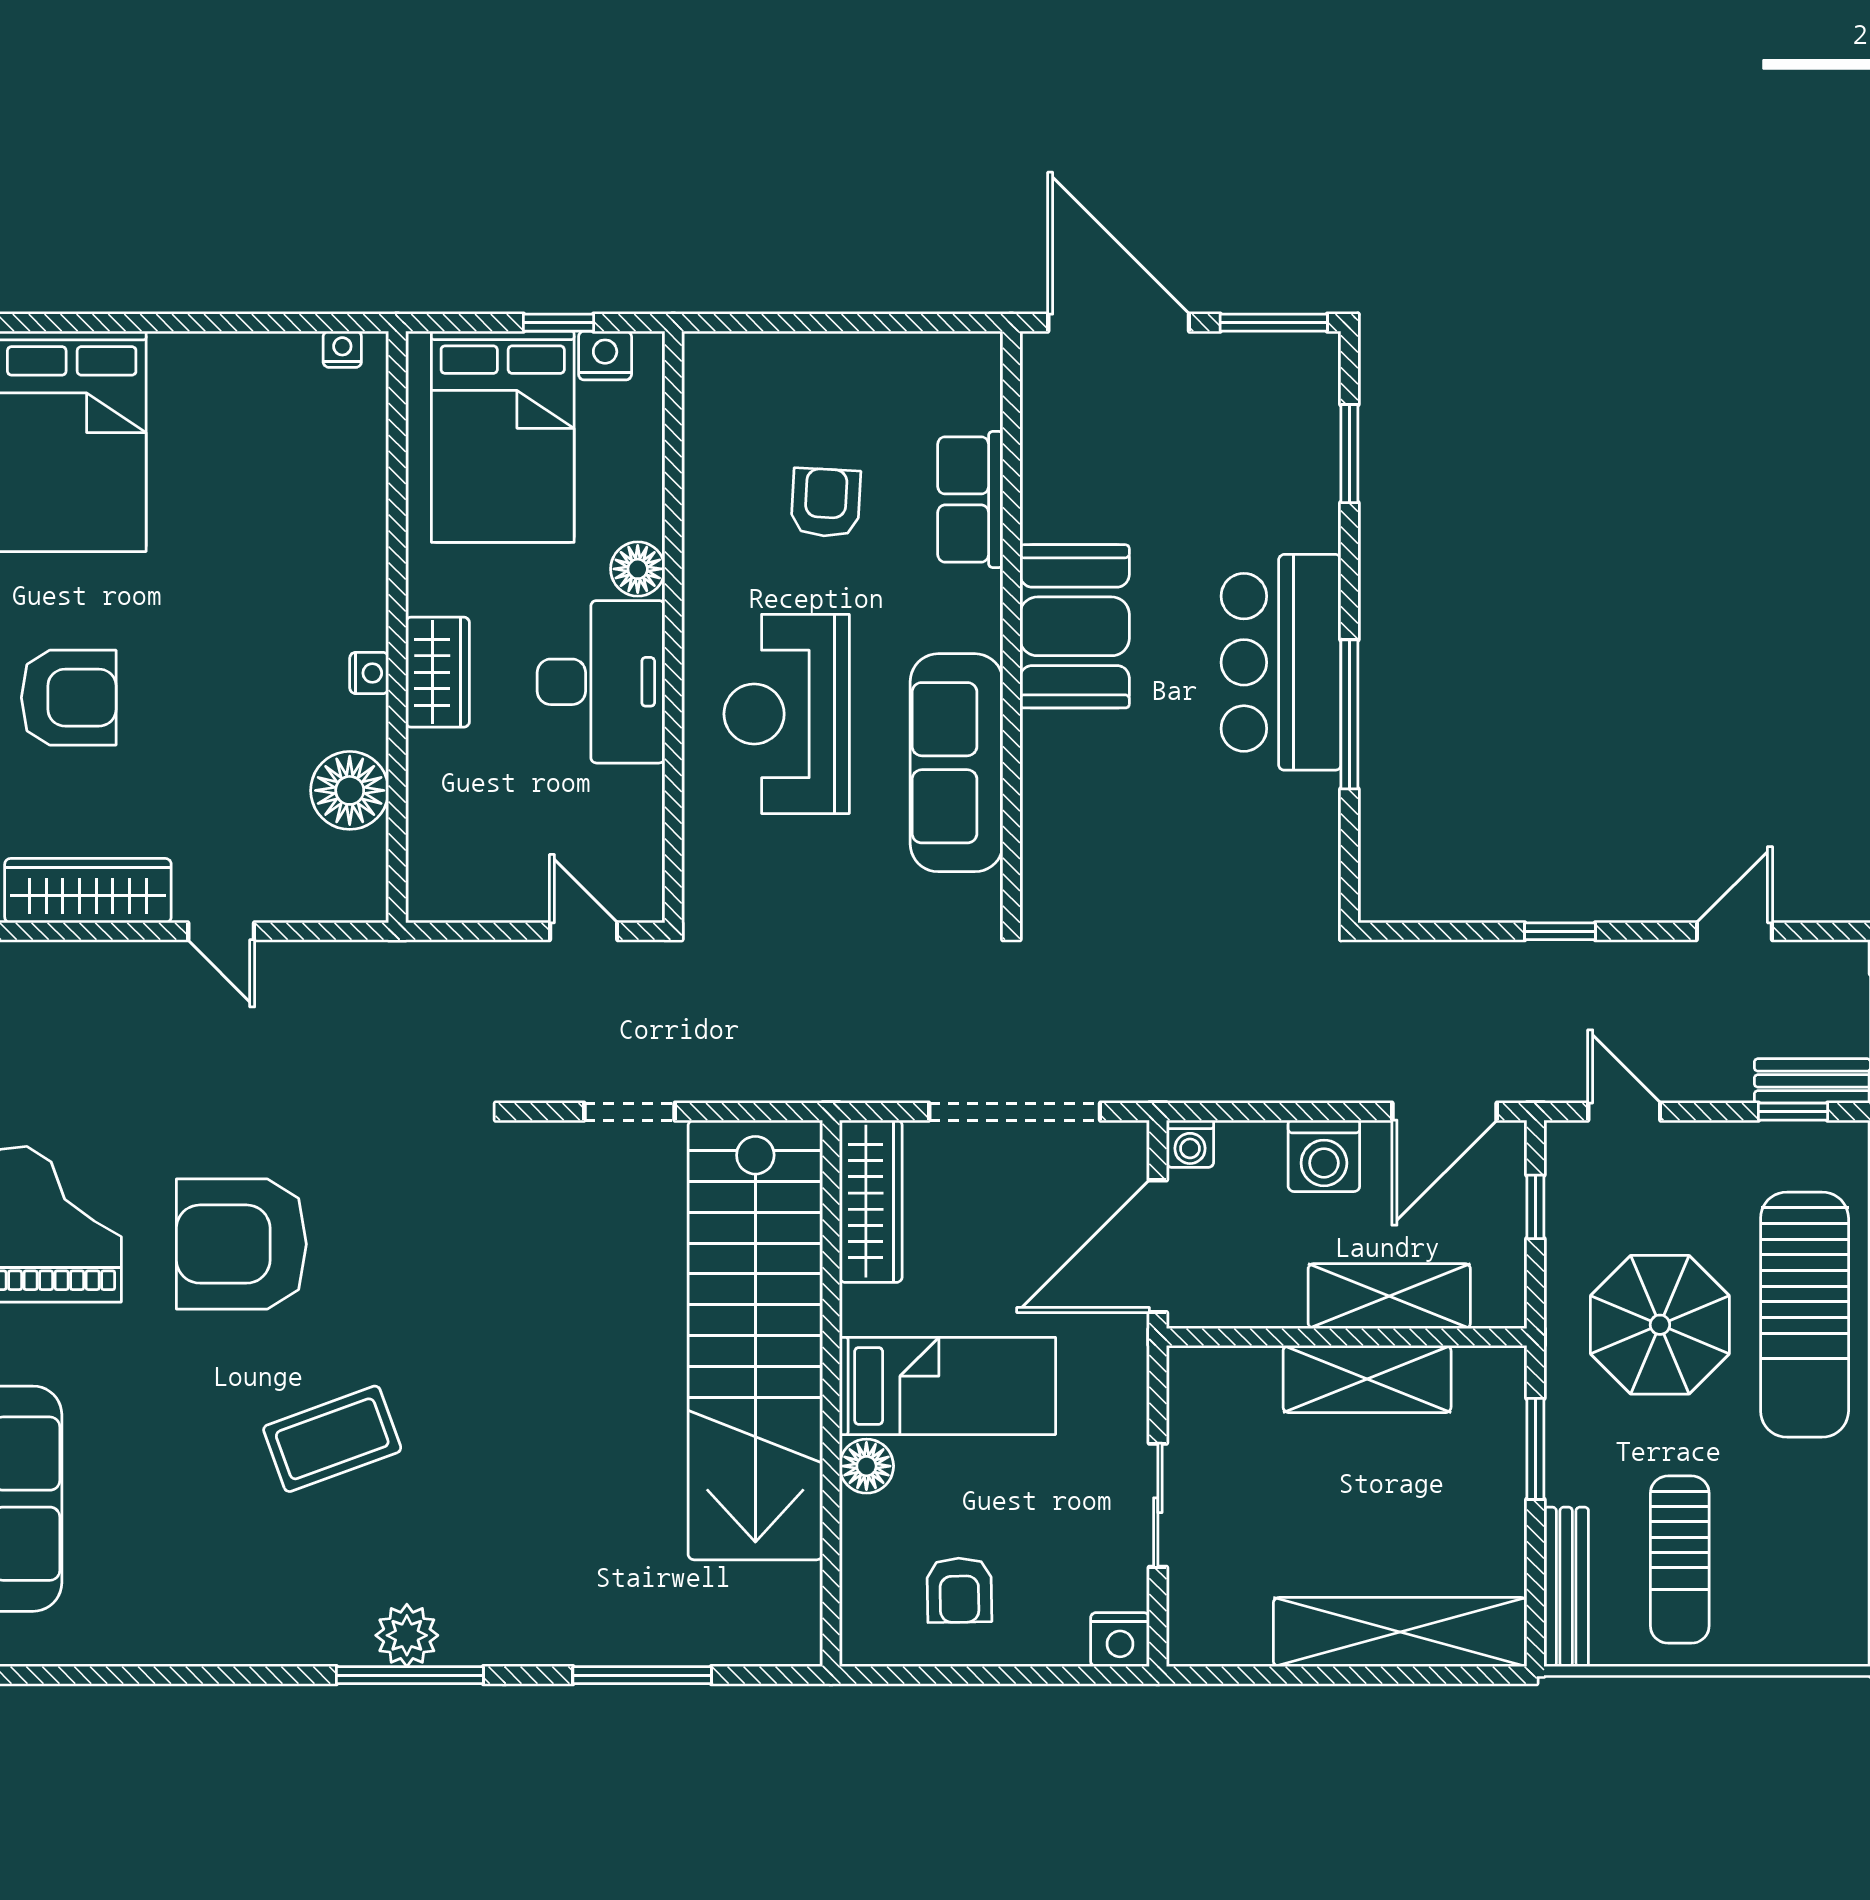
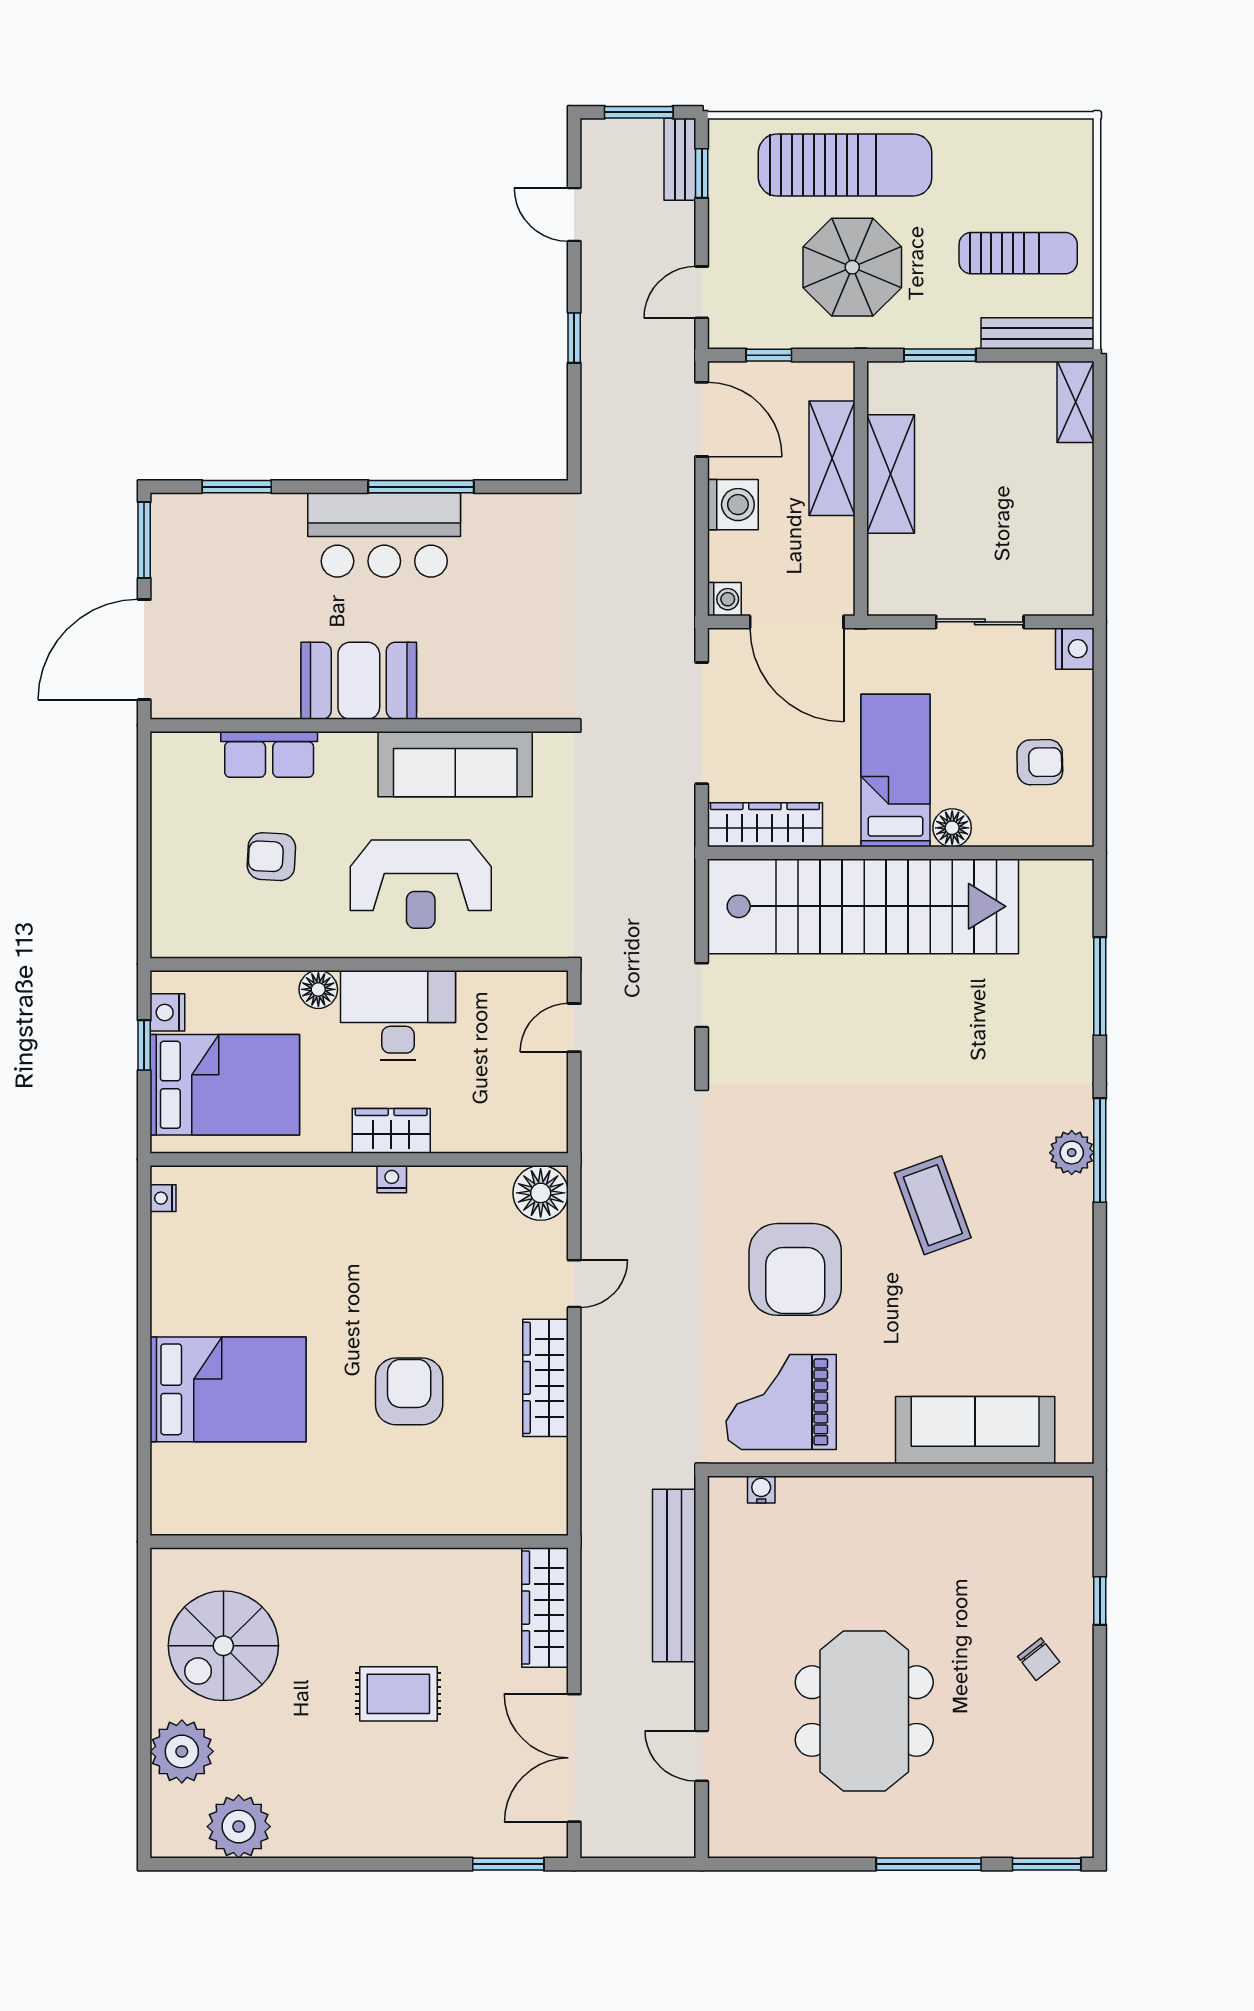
floor lamp: (350, 790) -> (541, 1193), moved
shelving: (1400, 1632) -> (1075, 402), width x0.45, depth x0.75

